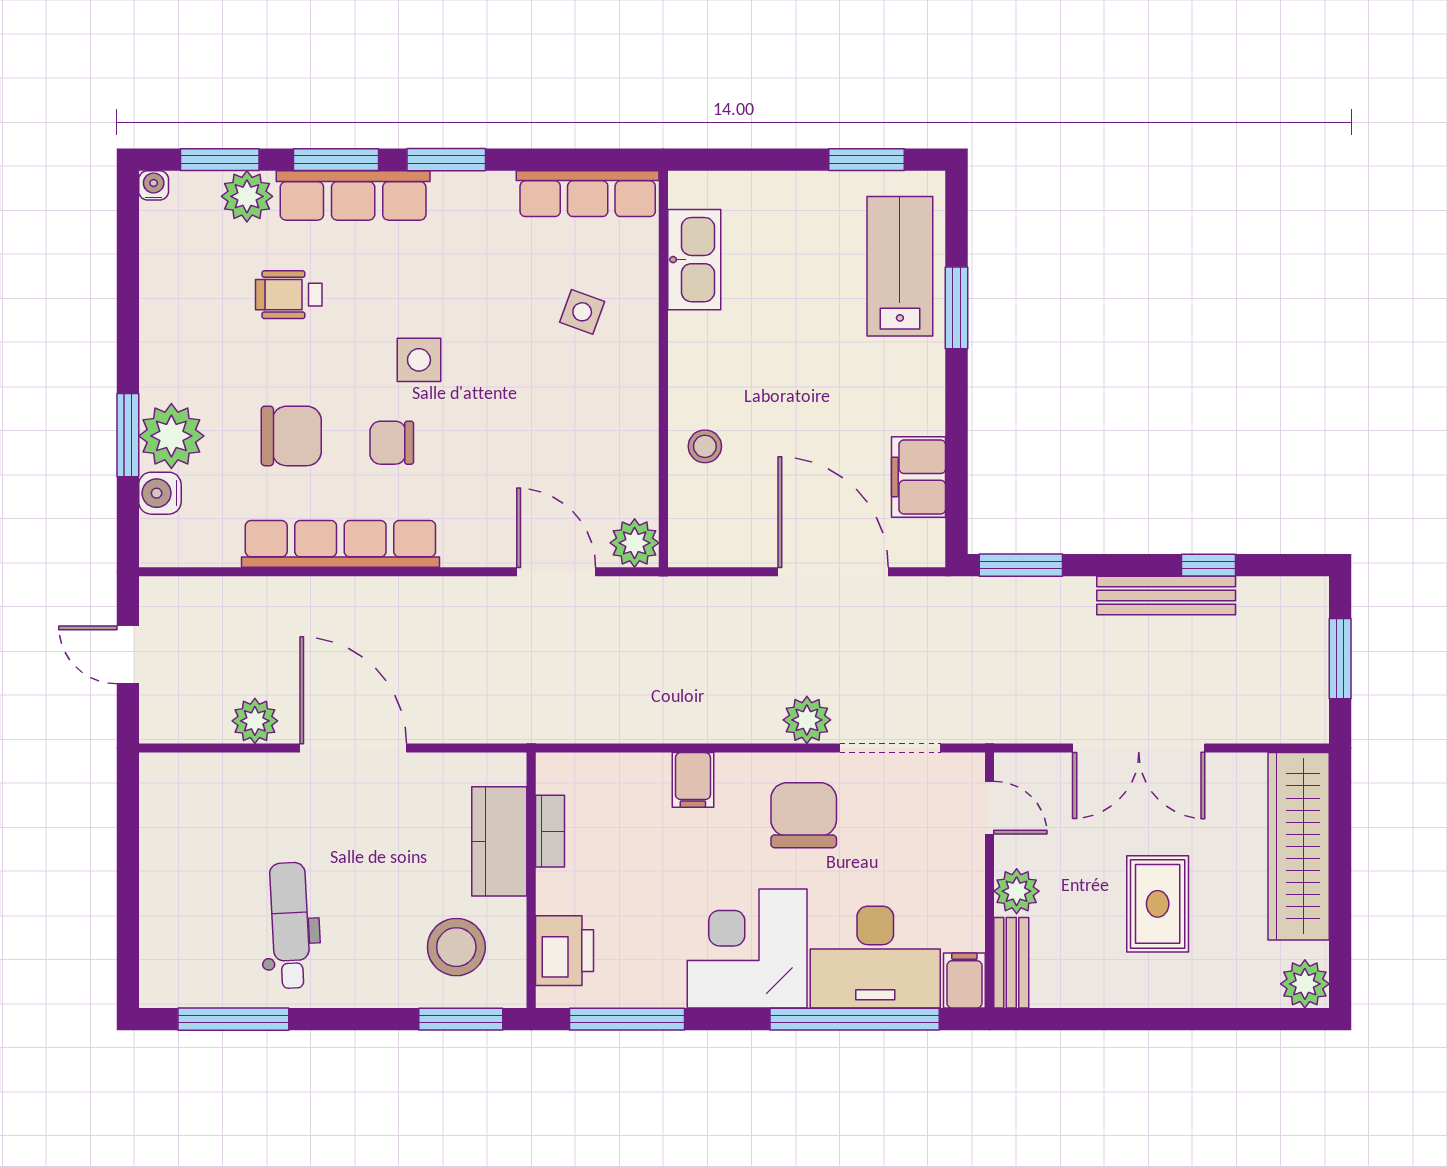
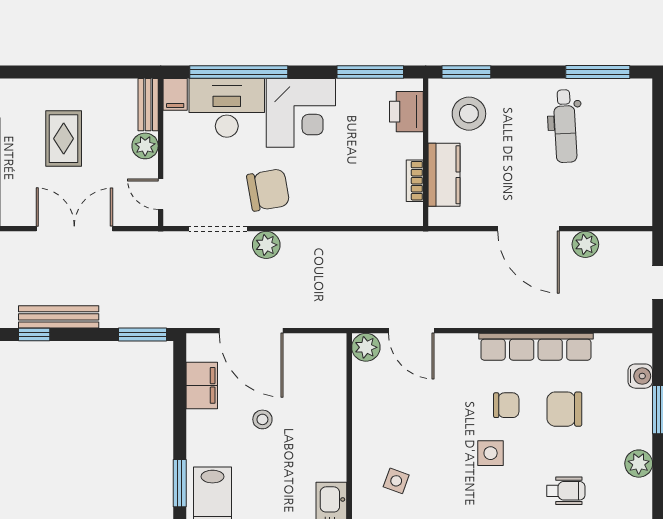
plant: (171, 436) -> (639, 464), moved, width x0.73, depth x0.73
stool: (705, 446) -> (262, 419), moved
filing cabinet: (693, 780) -> (332, 210), removed
chair: (804, 815) -> (268, 190), turned -100

